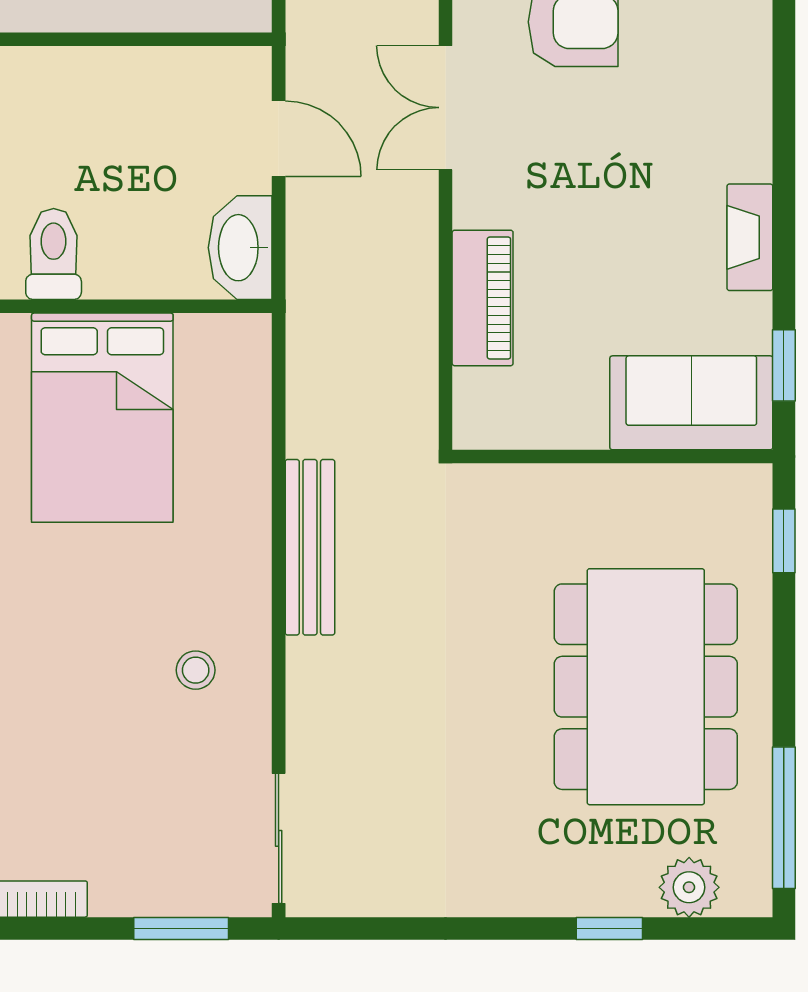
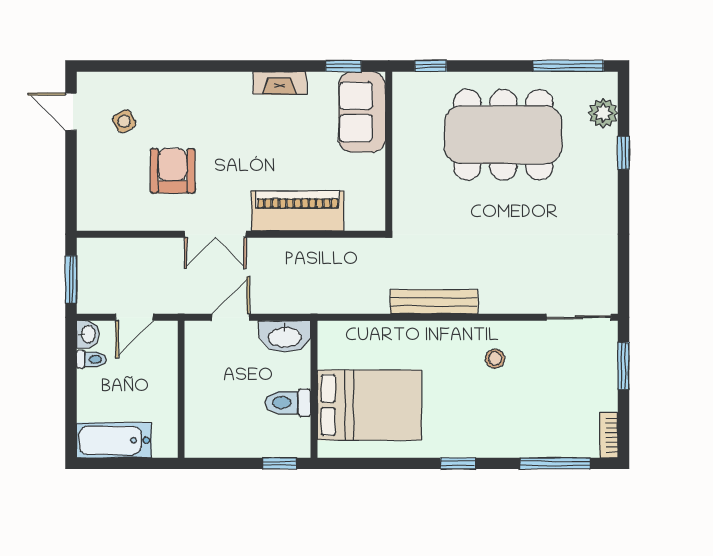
toilet: (54, 254) -> (288, 403), moved
piano: (483, 298) -> (298, 211), width x1.37, depth x1.33

